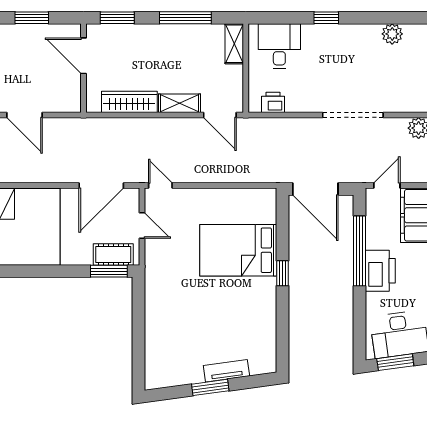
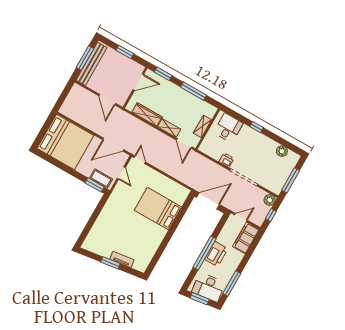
shelving: (234, 44) -> (202, 126), moved
door: (83, 56) -> (138, 82), swing flipped
printer: (273, 102) -> (226, 160), moved
door: (24, 115) -> (107, 100), moved
door: (315, 189) -> (208, 201), swing flipped
window: (360, 251) -> (205, 253), moved
window: (283, 273) -> (172, 230), removed

